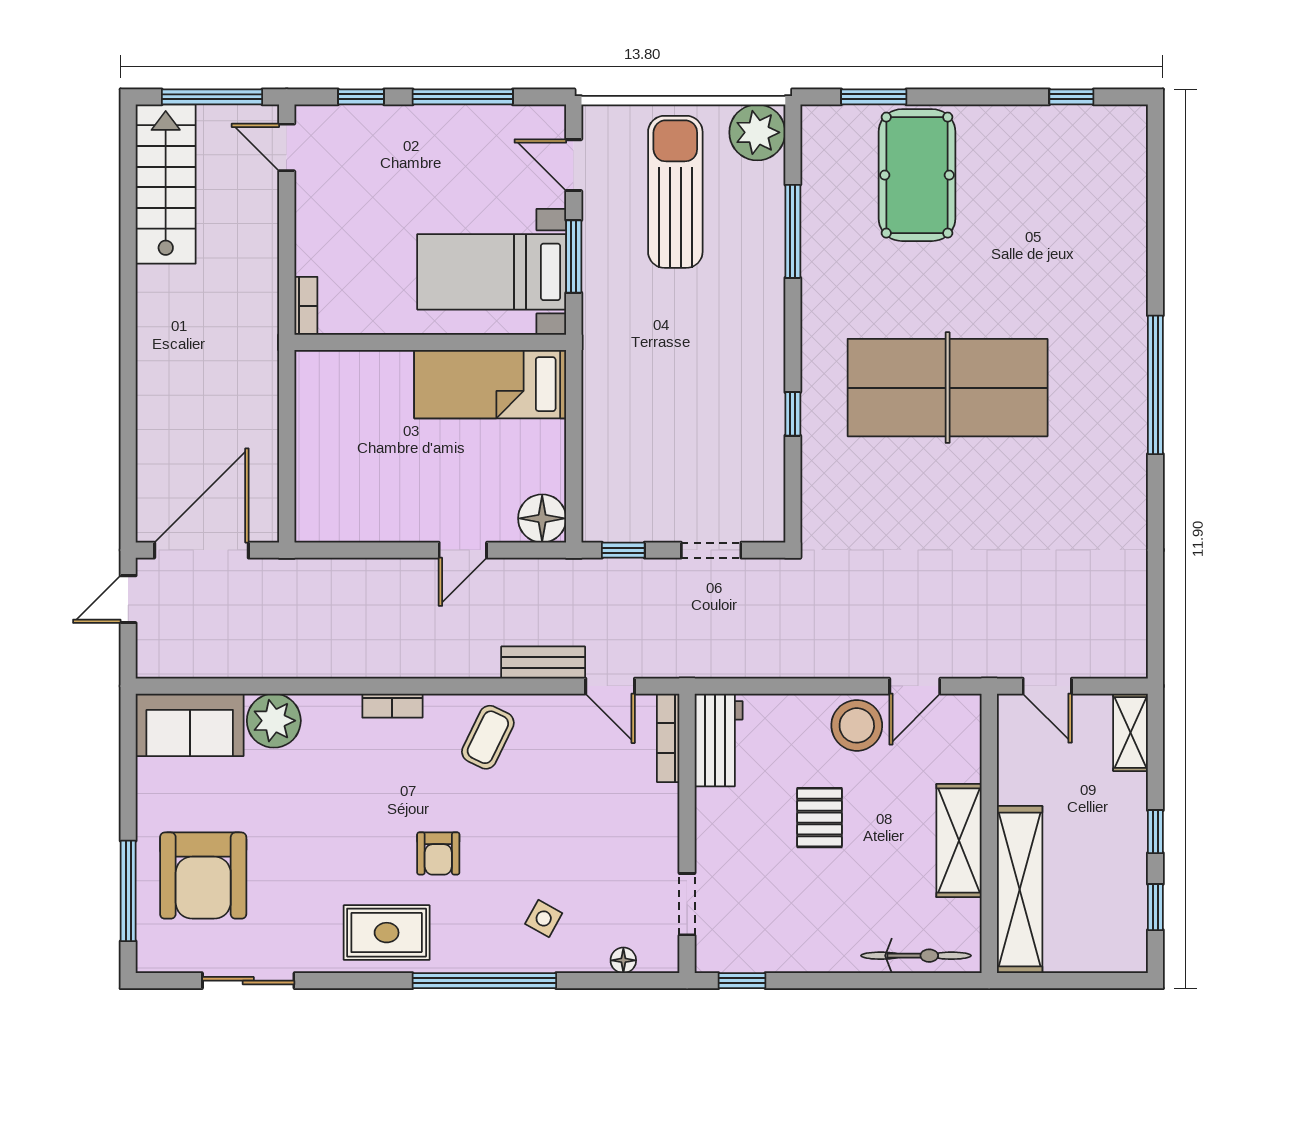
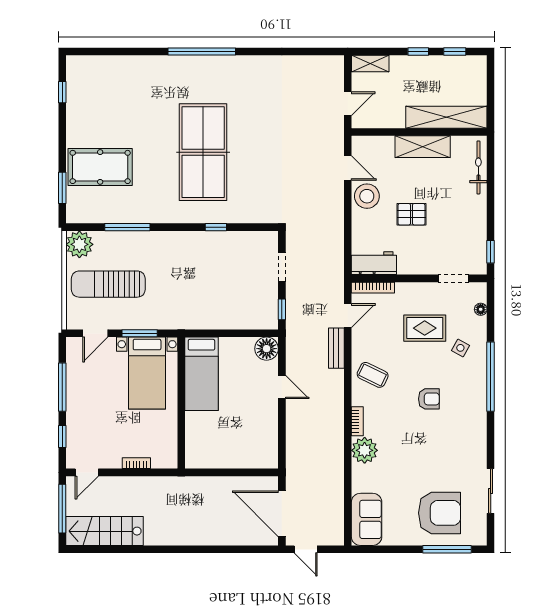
bookcase: (306, 306) -> (136, 463), moved
plant: (274, 721) -> (365, 450), moved
rug: (387, 933) -> (425, 328), moved, turned 90

